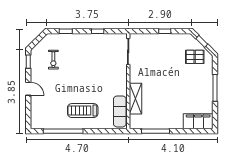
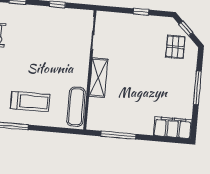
pallet: (195, 57) -> (175, 47), turned 90
shelving: (135, 99) -> (98, 78), moved
treadmill: (83, 111) -> (30, 102), turned 180

